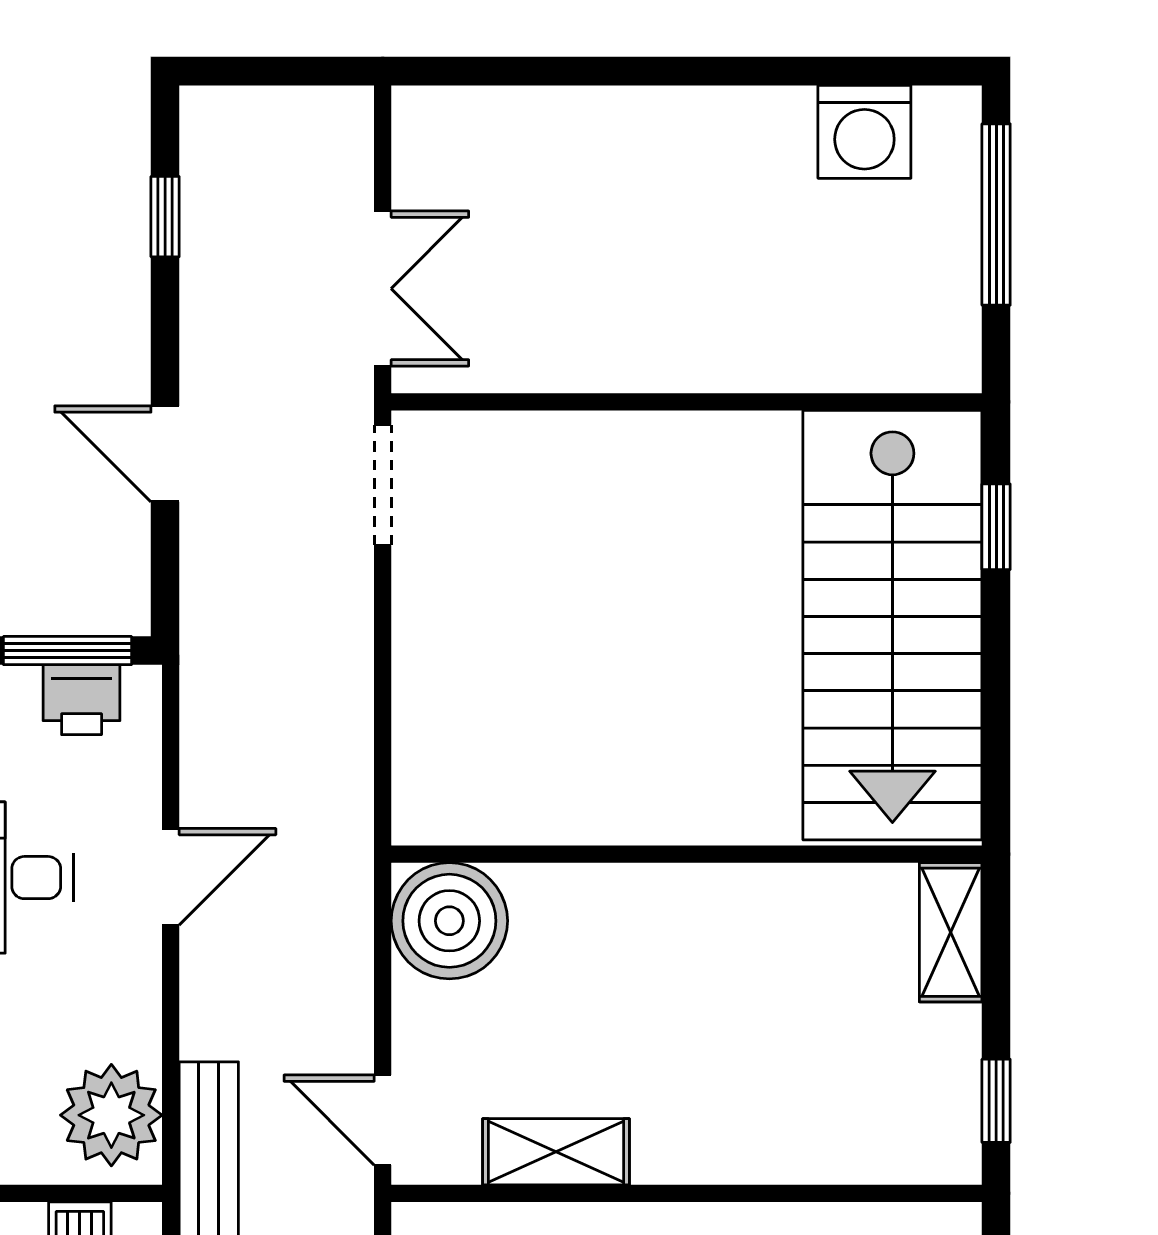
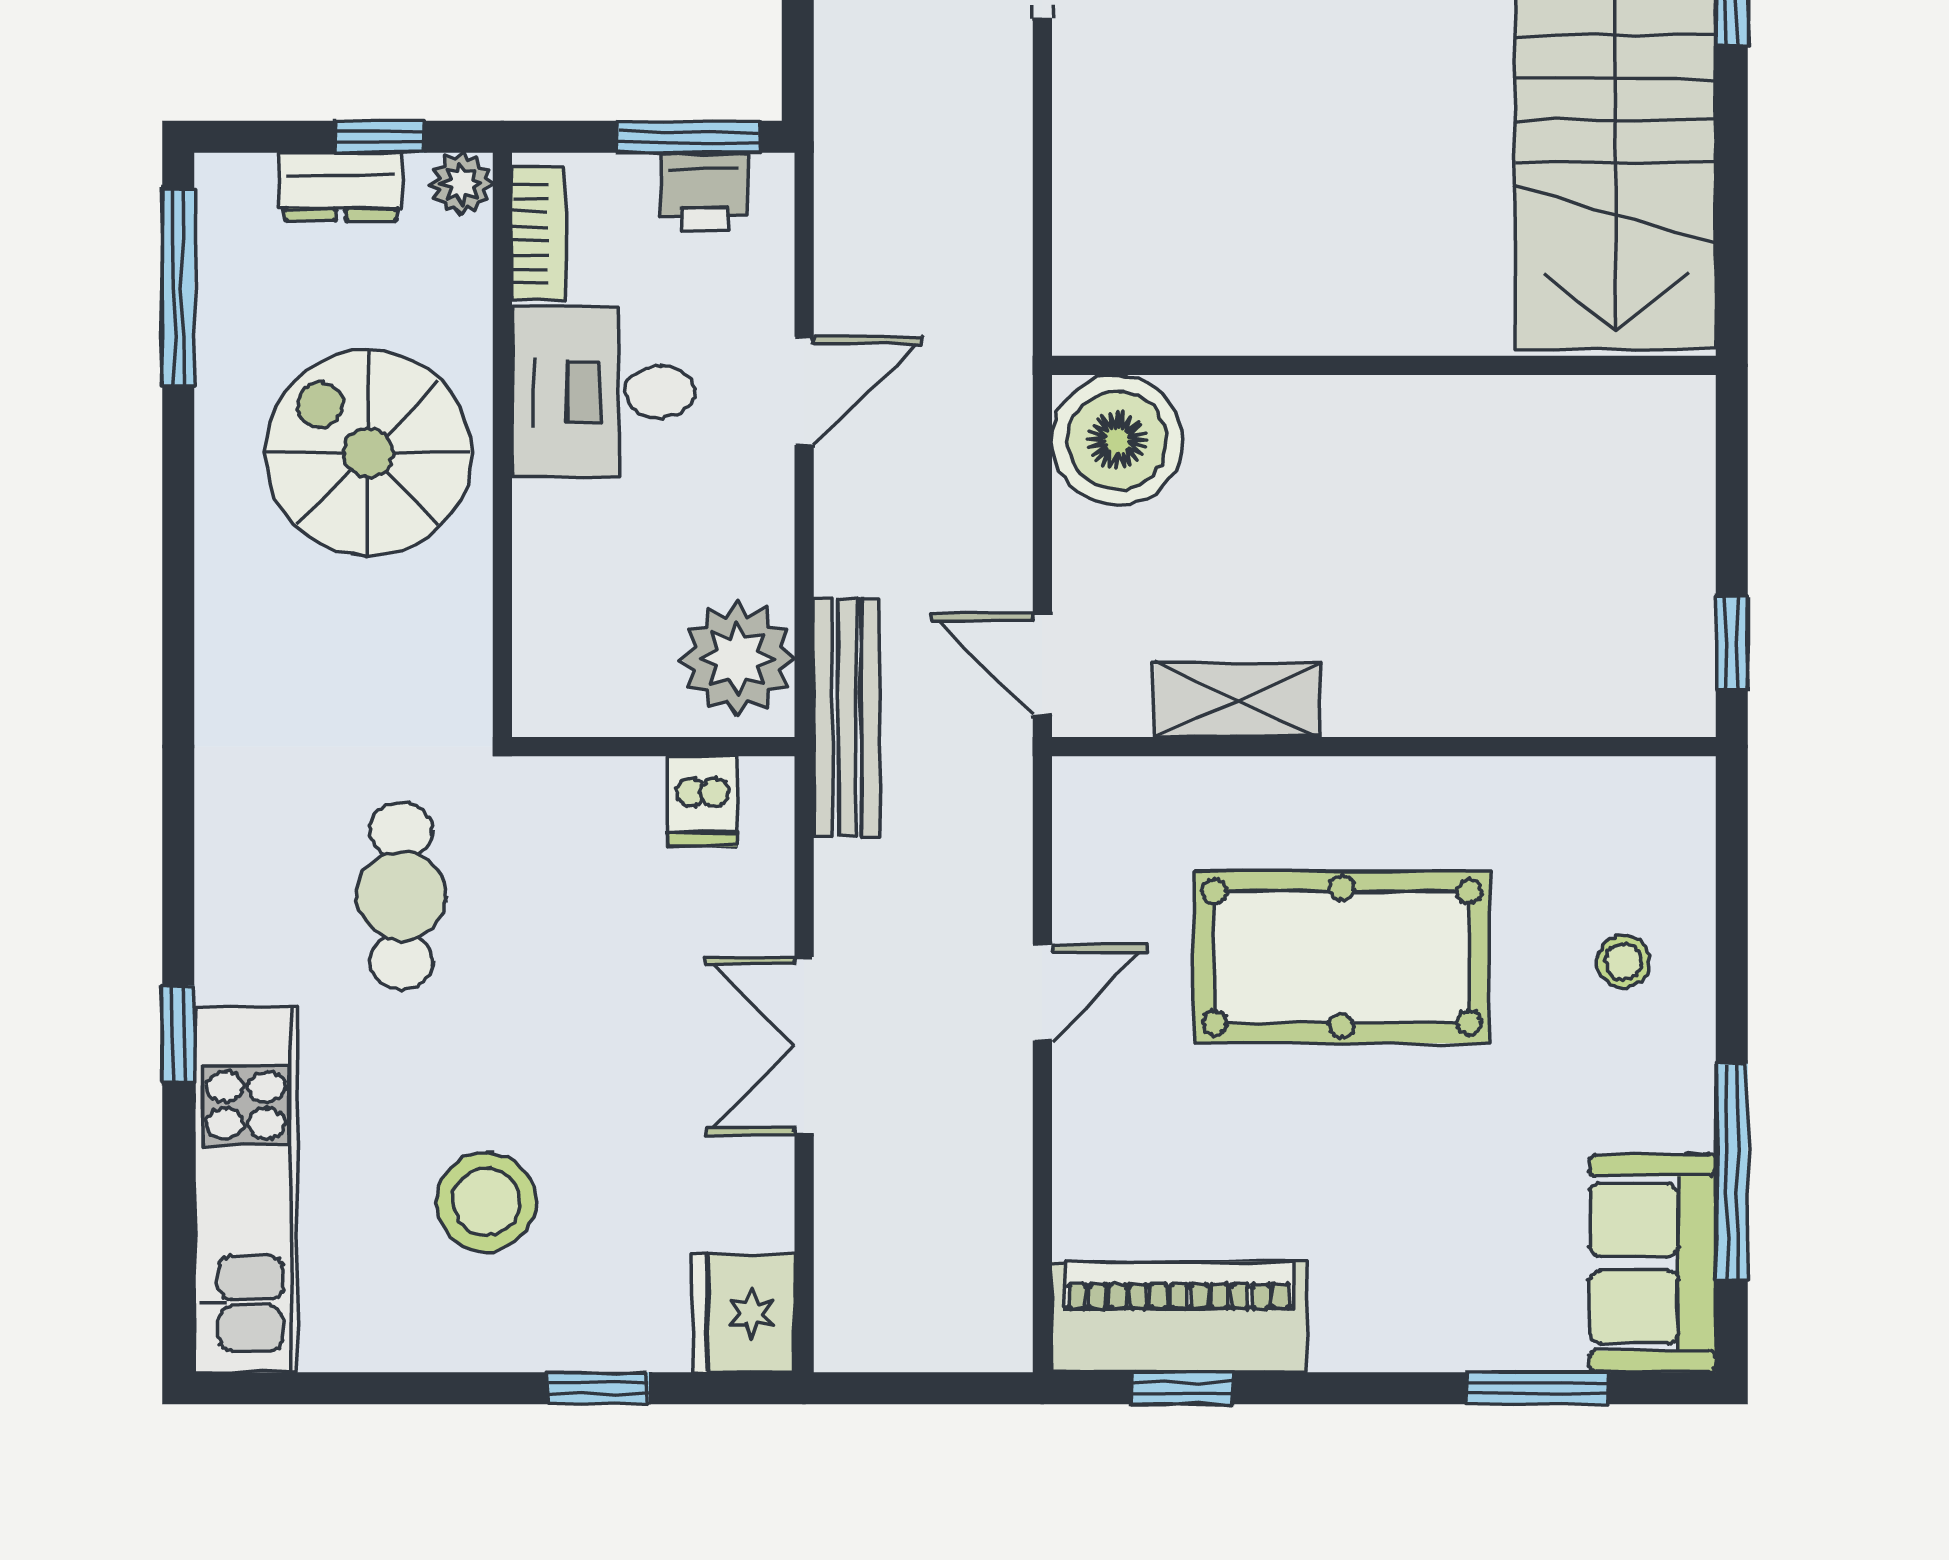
shelving: (951, 932) -> (1681, 453), removed

